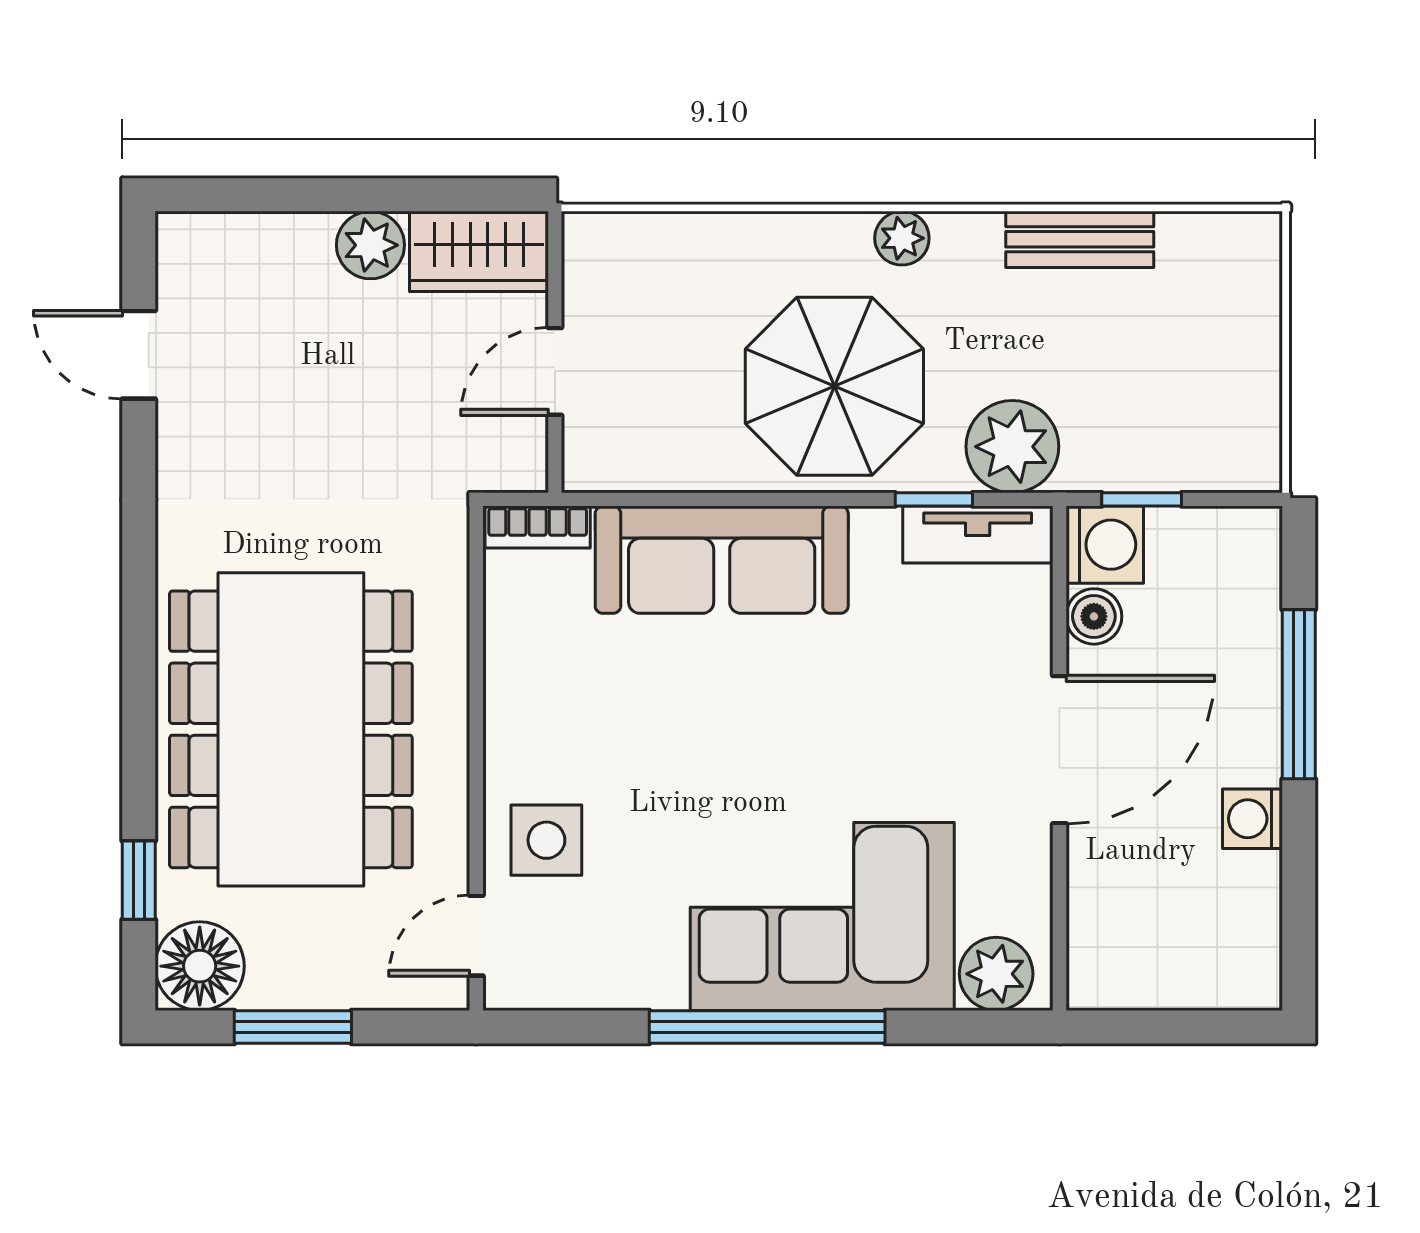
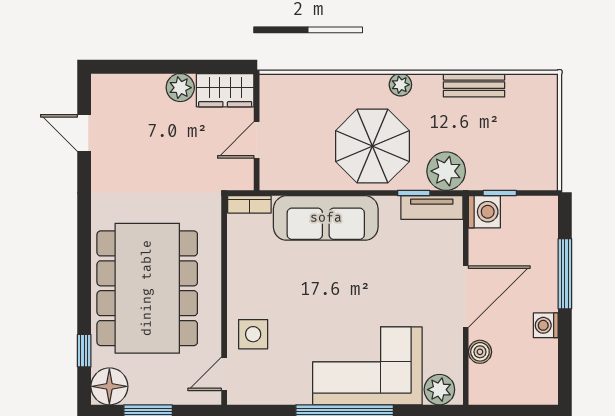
boiler: (1094, 616) -> (480, 352), moved

